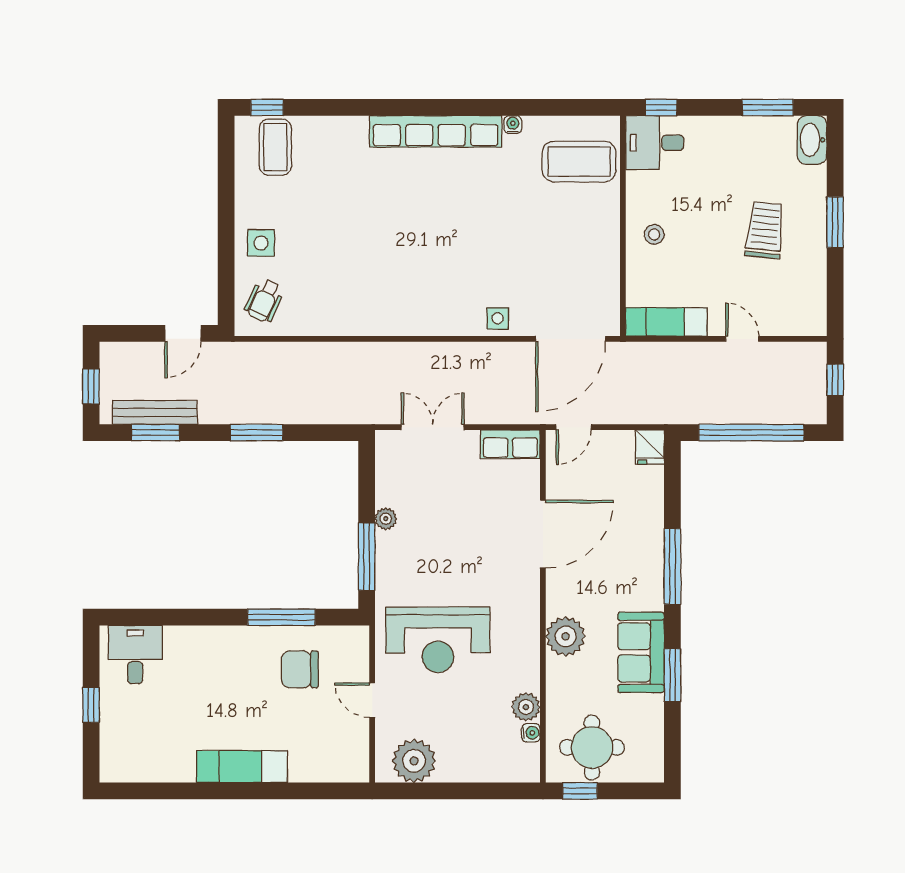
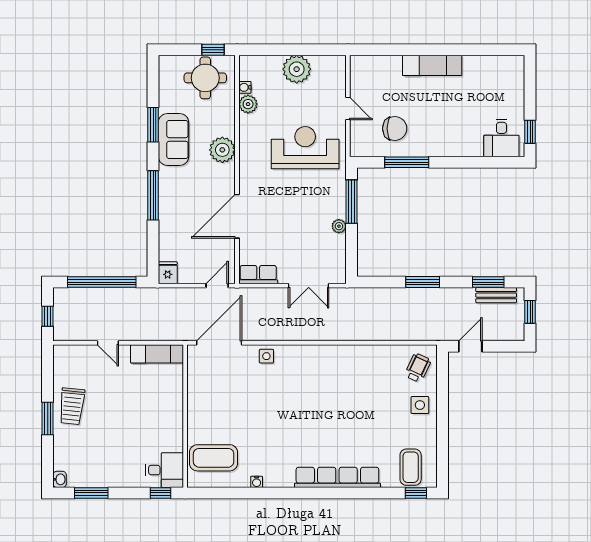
row of seats: (436, 131) -> (337, 477), moved
washbasin: (812, 140) -> (60, 479), width x0.52, depth x0.69
trolley: (765, 230) -> (72, 406), moved
stool: (654, 234) -> (165, 411), removed
bench: (155, 412) -> (496, 295), width x0.73
window: (91, 705) -> (530, 132), moved
plant: (414, 761) -> (297, 69), moved

